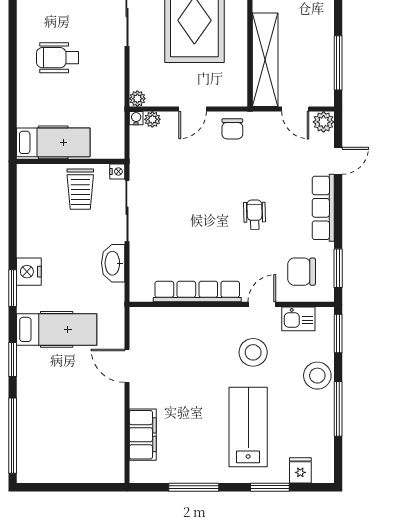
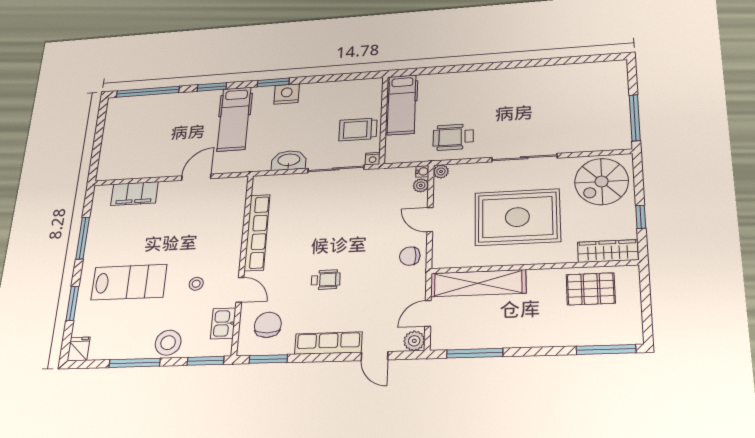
wheelchair: (58, 58) -> (453, 137), moved, turned -90
stool: (253, 352) -> (196, 284), width x0.53, depth x0.53
fridge: (300, 470) -> (79, 349), moved, turned -90

